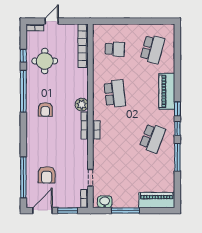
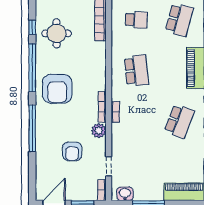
plant: (82, 105) -> (99, 131), moved
armchair: (45, 110) -> (57, 89), width x1.88, depth x1.88
armchair: (47, 175) -> (72, 151), moved
window: (23, 177) -> (32, 128), moved

